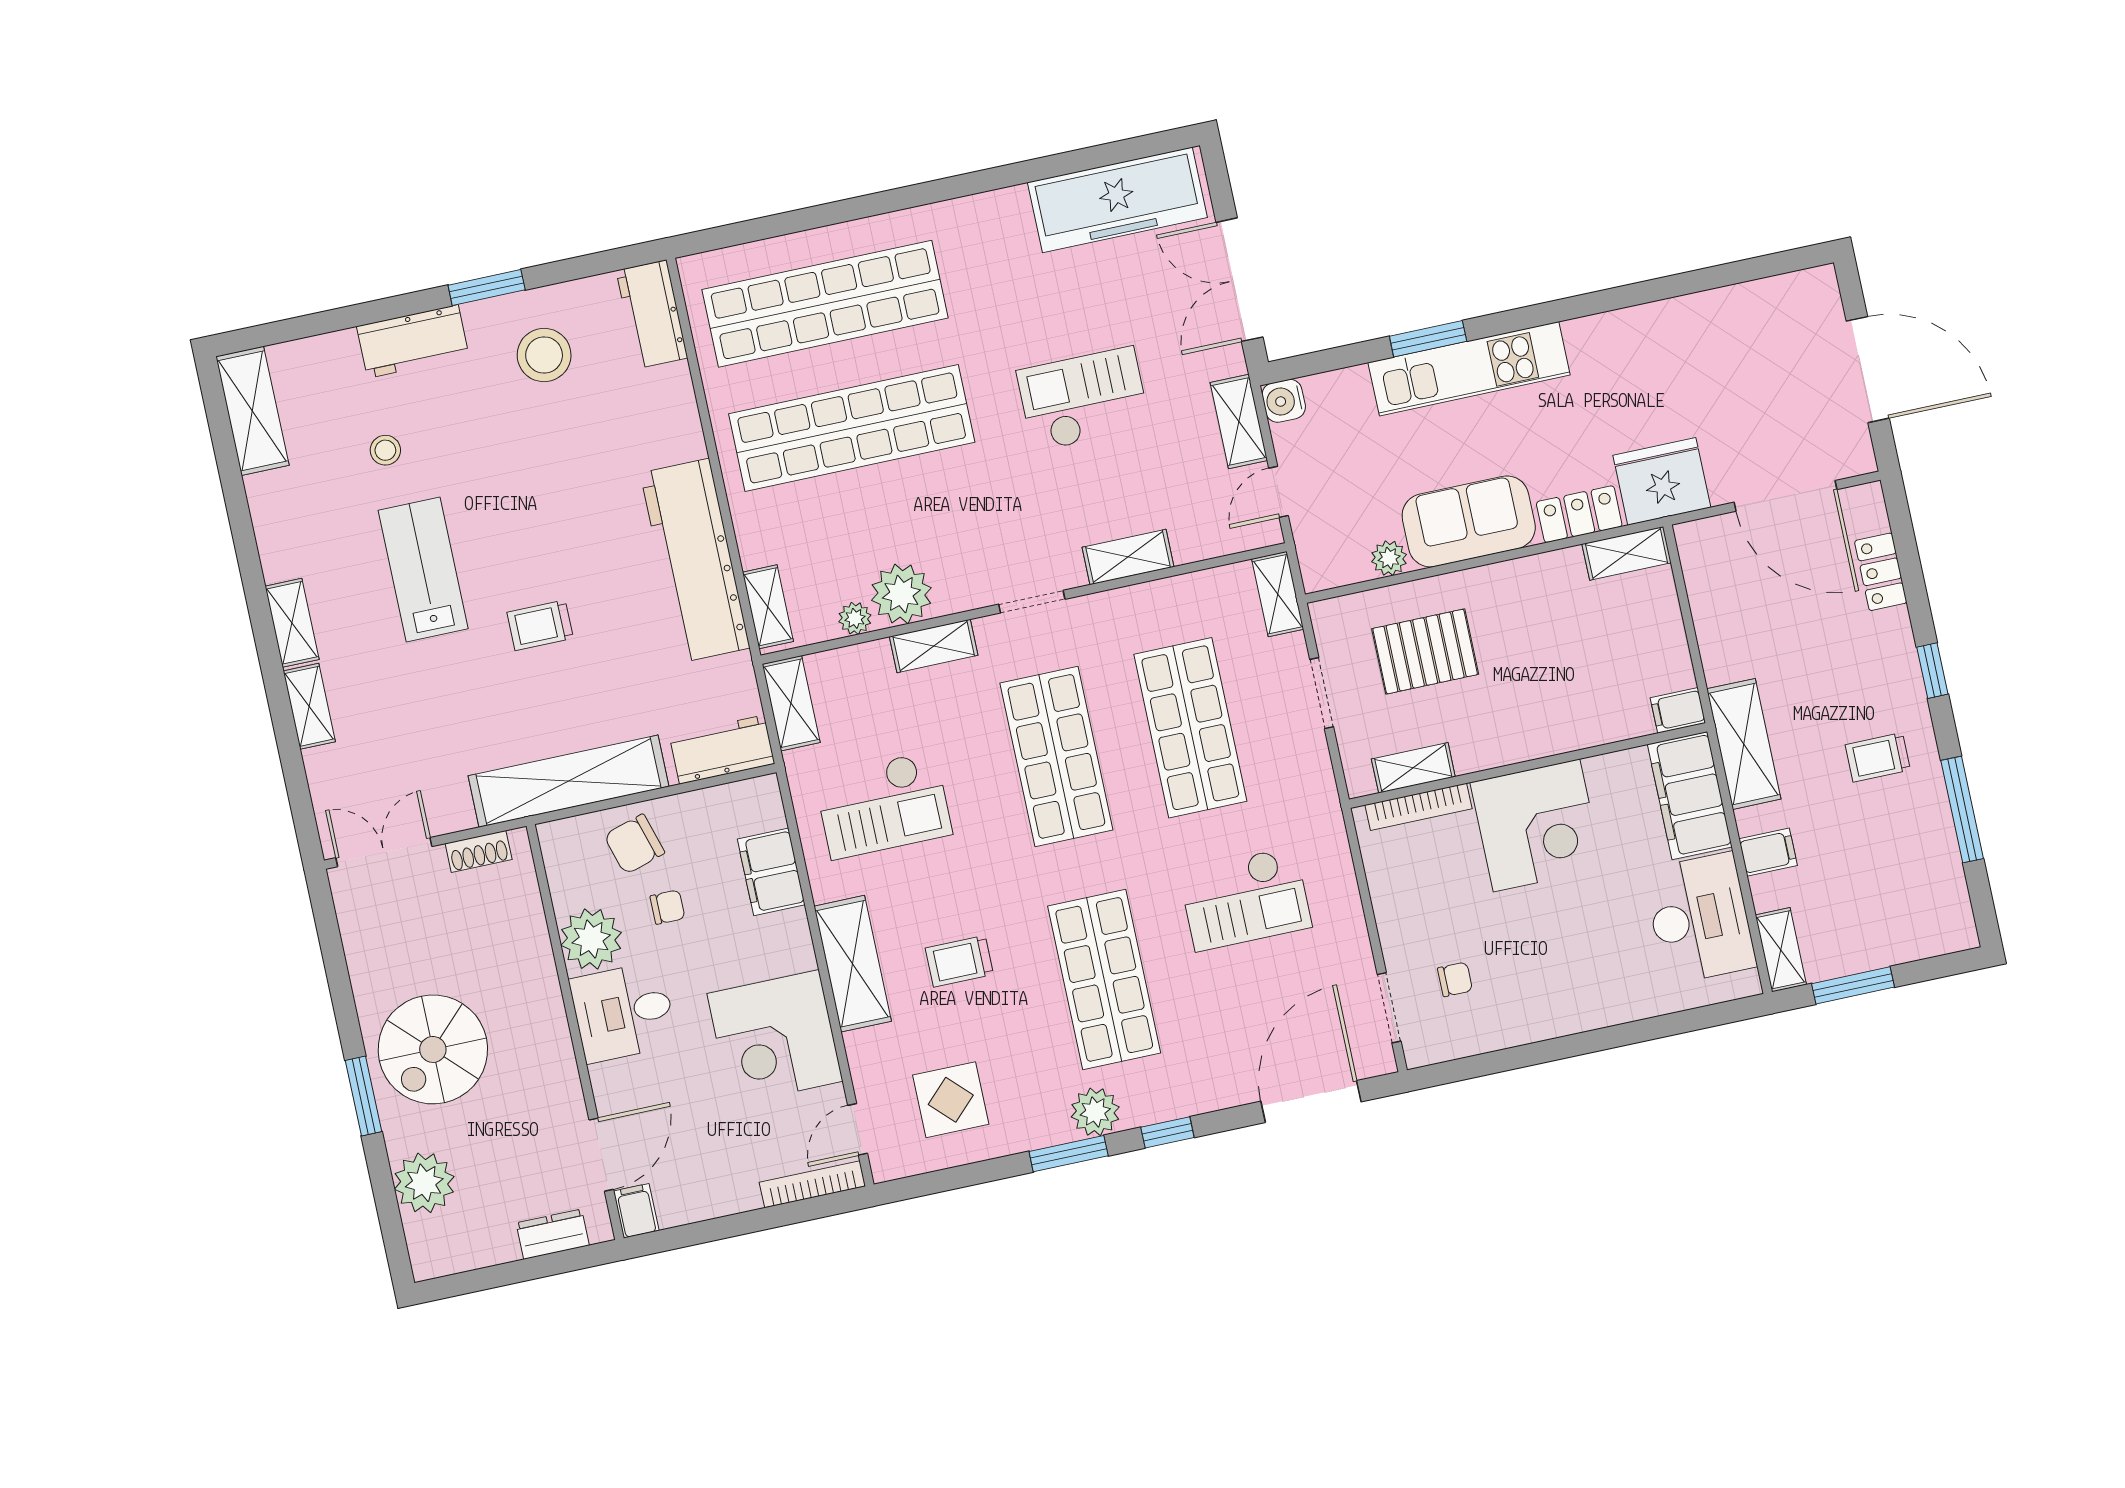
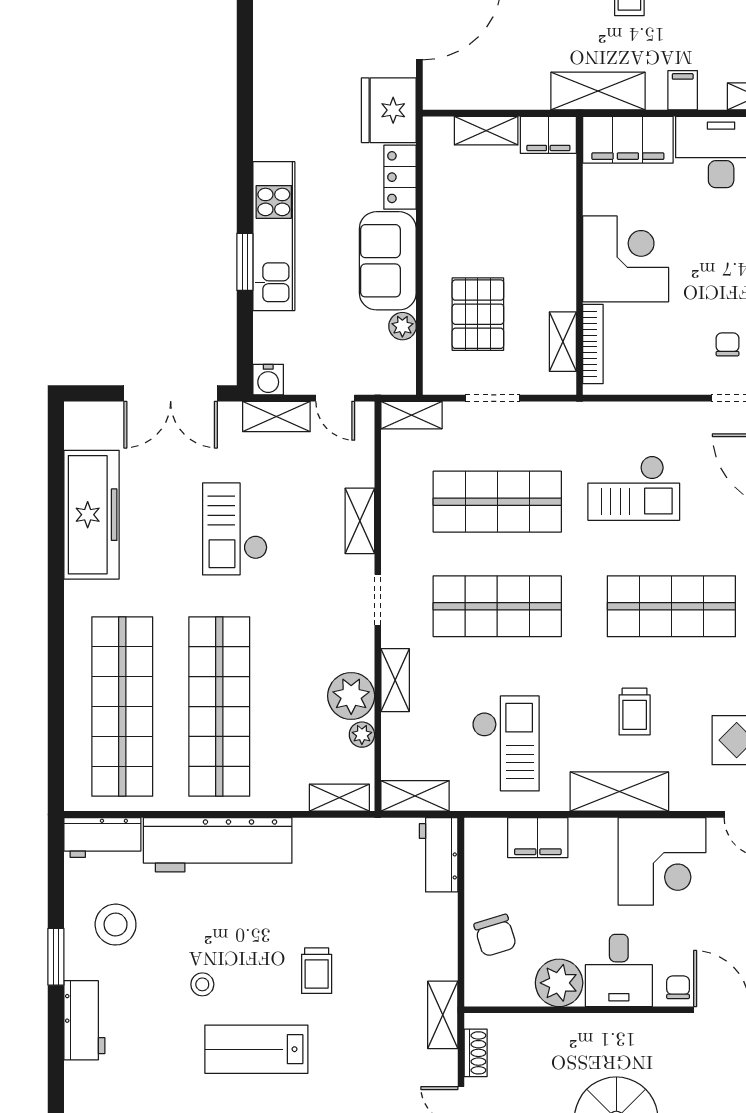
freezer: (1117, 200) -> (92, 515), moved
stool: (385, 450) -> (202, 984), moved
shelving: (1627, 553) -> (486, 131), moved, turned 90
workbench: (695, 560) -> (218, 845), moved
filing cabinet: (1678, 710) -> (548, 135), width x2.00
shelving: (569, 781) -> (443, 1015), width x0.45, depth x0.75
checkout: (1245, 899) -> (634, 488), turned 90
chair: (667, 907) -> (678, 987), moved

